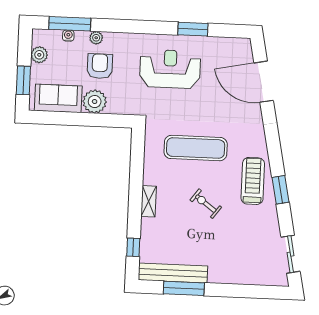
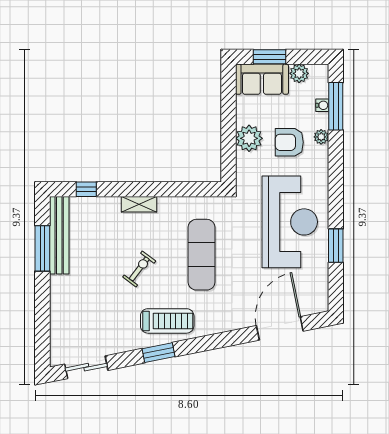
armchair: (100, 66) -> (289, 142), turned 180
reception desk: (170, 69) -> (290, 222), width x1.36, depth x1.30
sofa: (58, 98) -> (262, 79), moved, turned 90

